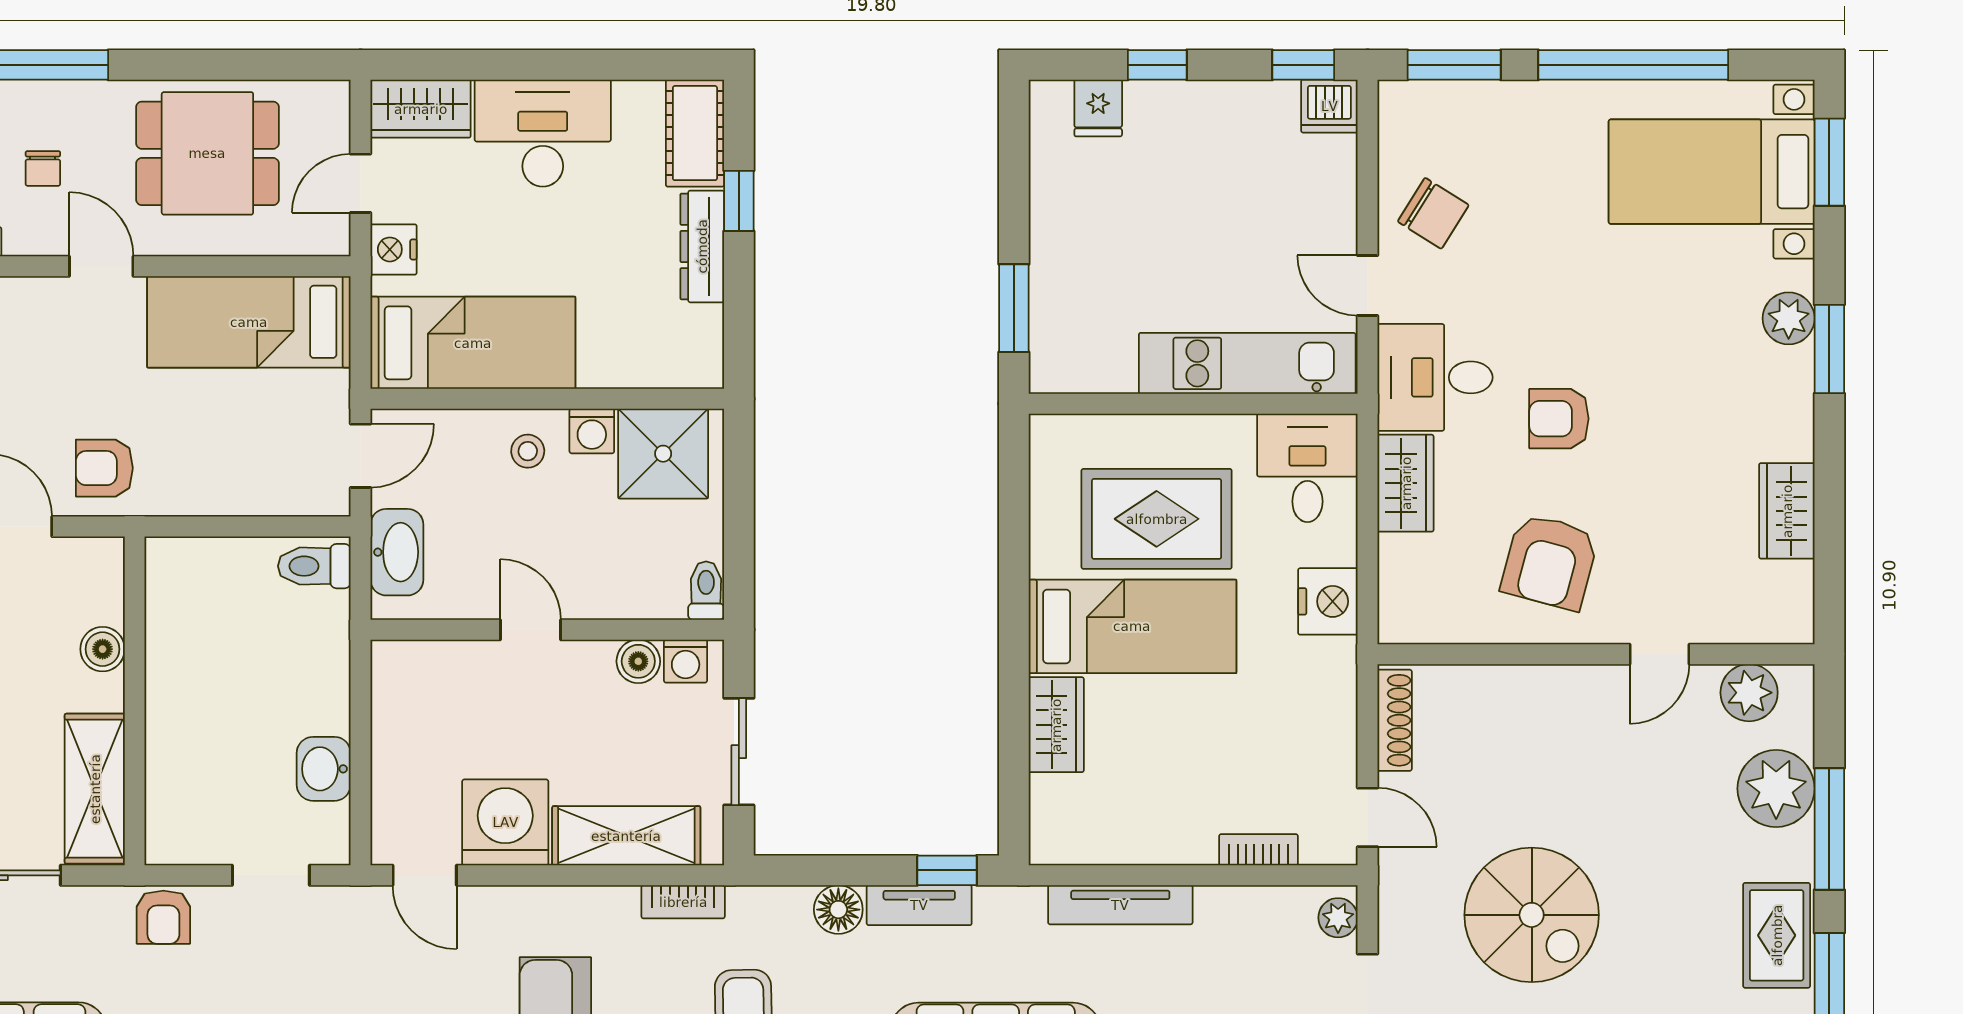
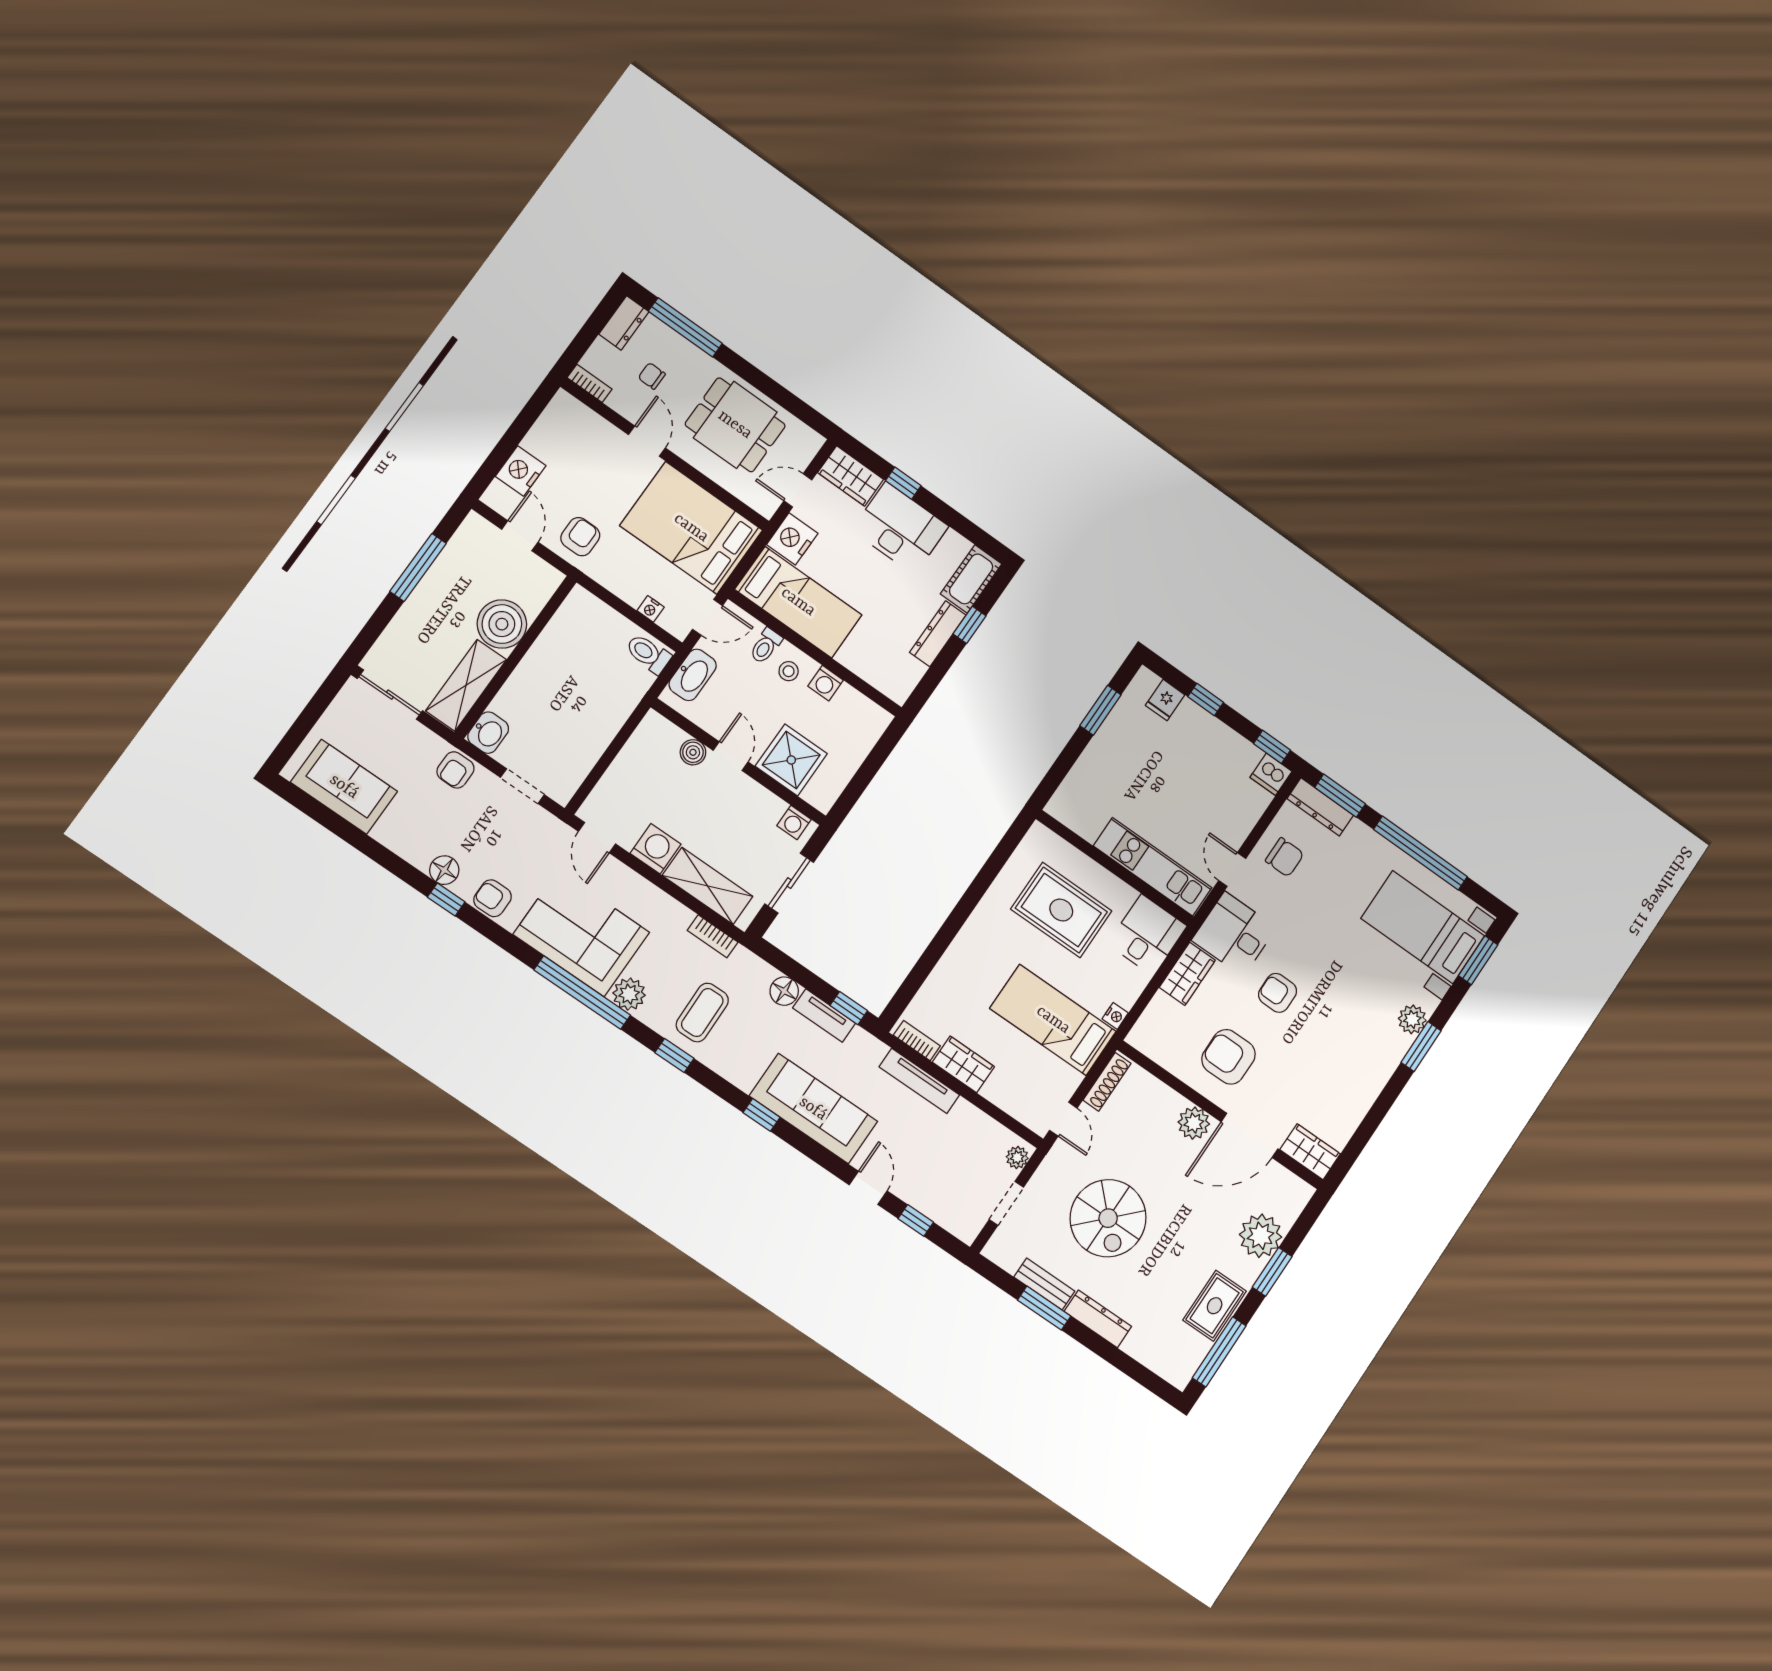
window: (502, 65) -> (903, 483), added
dresser: (1436, 102) -> (1320, 807), added
chair: (43, 168) -> (652, 376), turned 90
chair: (1433, 213) -> (1285, 857), turned -32
nightstand: (394, 249) -> (792, 539), width x1.36, depth x1.33
window: (1014, 308) -> (1100, 710), moved
bed: (249, 322) -> (691, 528), width x1.50
shower: (663, 454) -> (791, 760), moved
armchair: (104, 468) -> (580, 537), turned 90
nightstand: (273, 500) -> (651, 609), added
wardrobe: (1787, 511) -> (1310, 1152), moved, turned 90
armchair: (1550, 562) -> (1229, 1057), turned 75
toilet: (706, 591) -> (766, 646), moved, turned 180
nightstand: (1328, 601) -> (1115, 1016), width x0.53, depth x0.56
bed: (1132, 626) -> (1053, 1020), moved, turned 180
boiler: (103, 649) -> (502, 624), width x1.86, depth x1.86
door: (1659, 654) -> (1250, 1135), width x1.87
boiler: (638, 661) -> (693, 752), moved
plant: (1749, 693) -> (1194, 1123), moved
wardrobe: (1056, 725) -> (963, 1064), moved, turned -90
washbasin: (324, 769) -> (488, 733), moved, turned 180
washing machine: (505, 822) -> (656, 849), width x0.73, depth x0.73
window: (1829, 829) -> (1272, 1272), width x0.69
bookcase: (1258, 850) -> (917, 1041), moved

